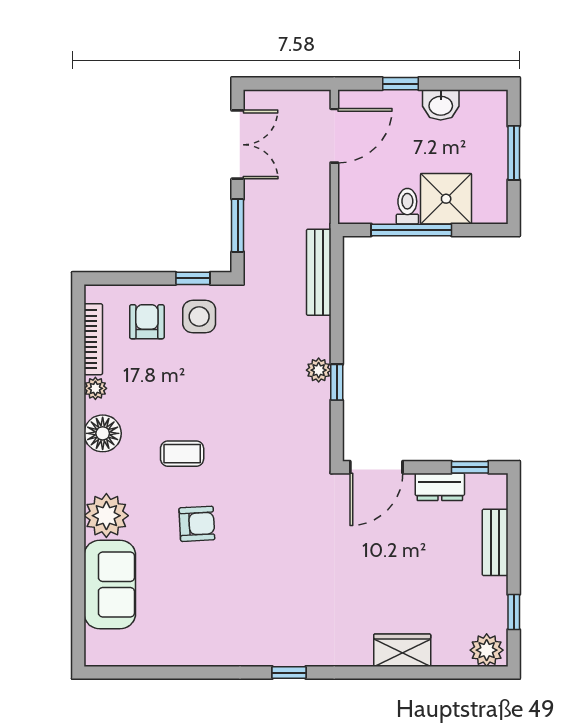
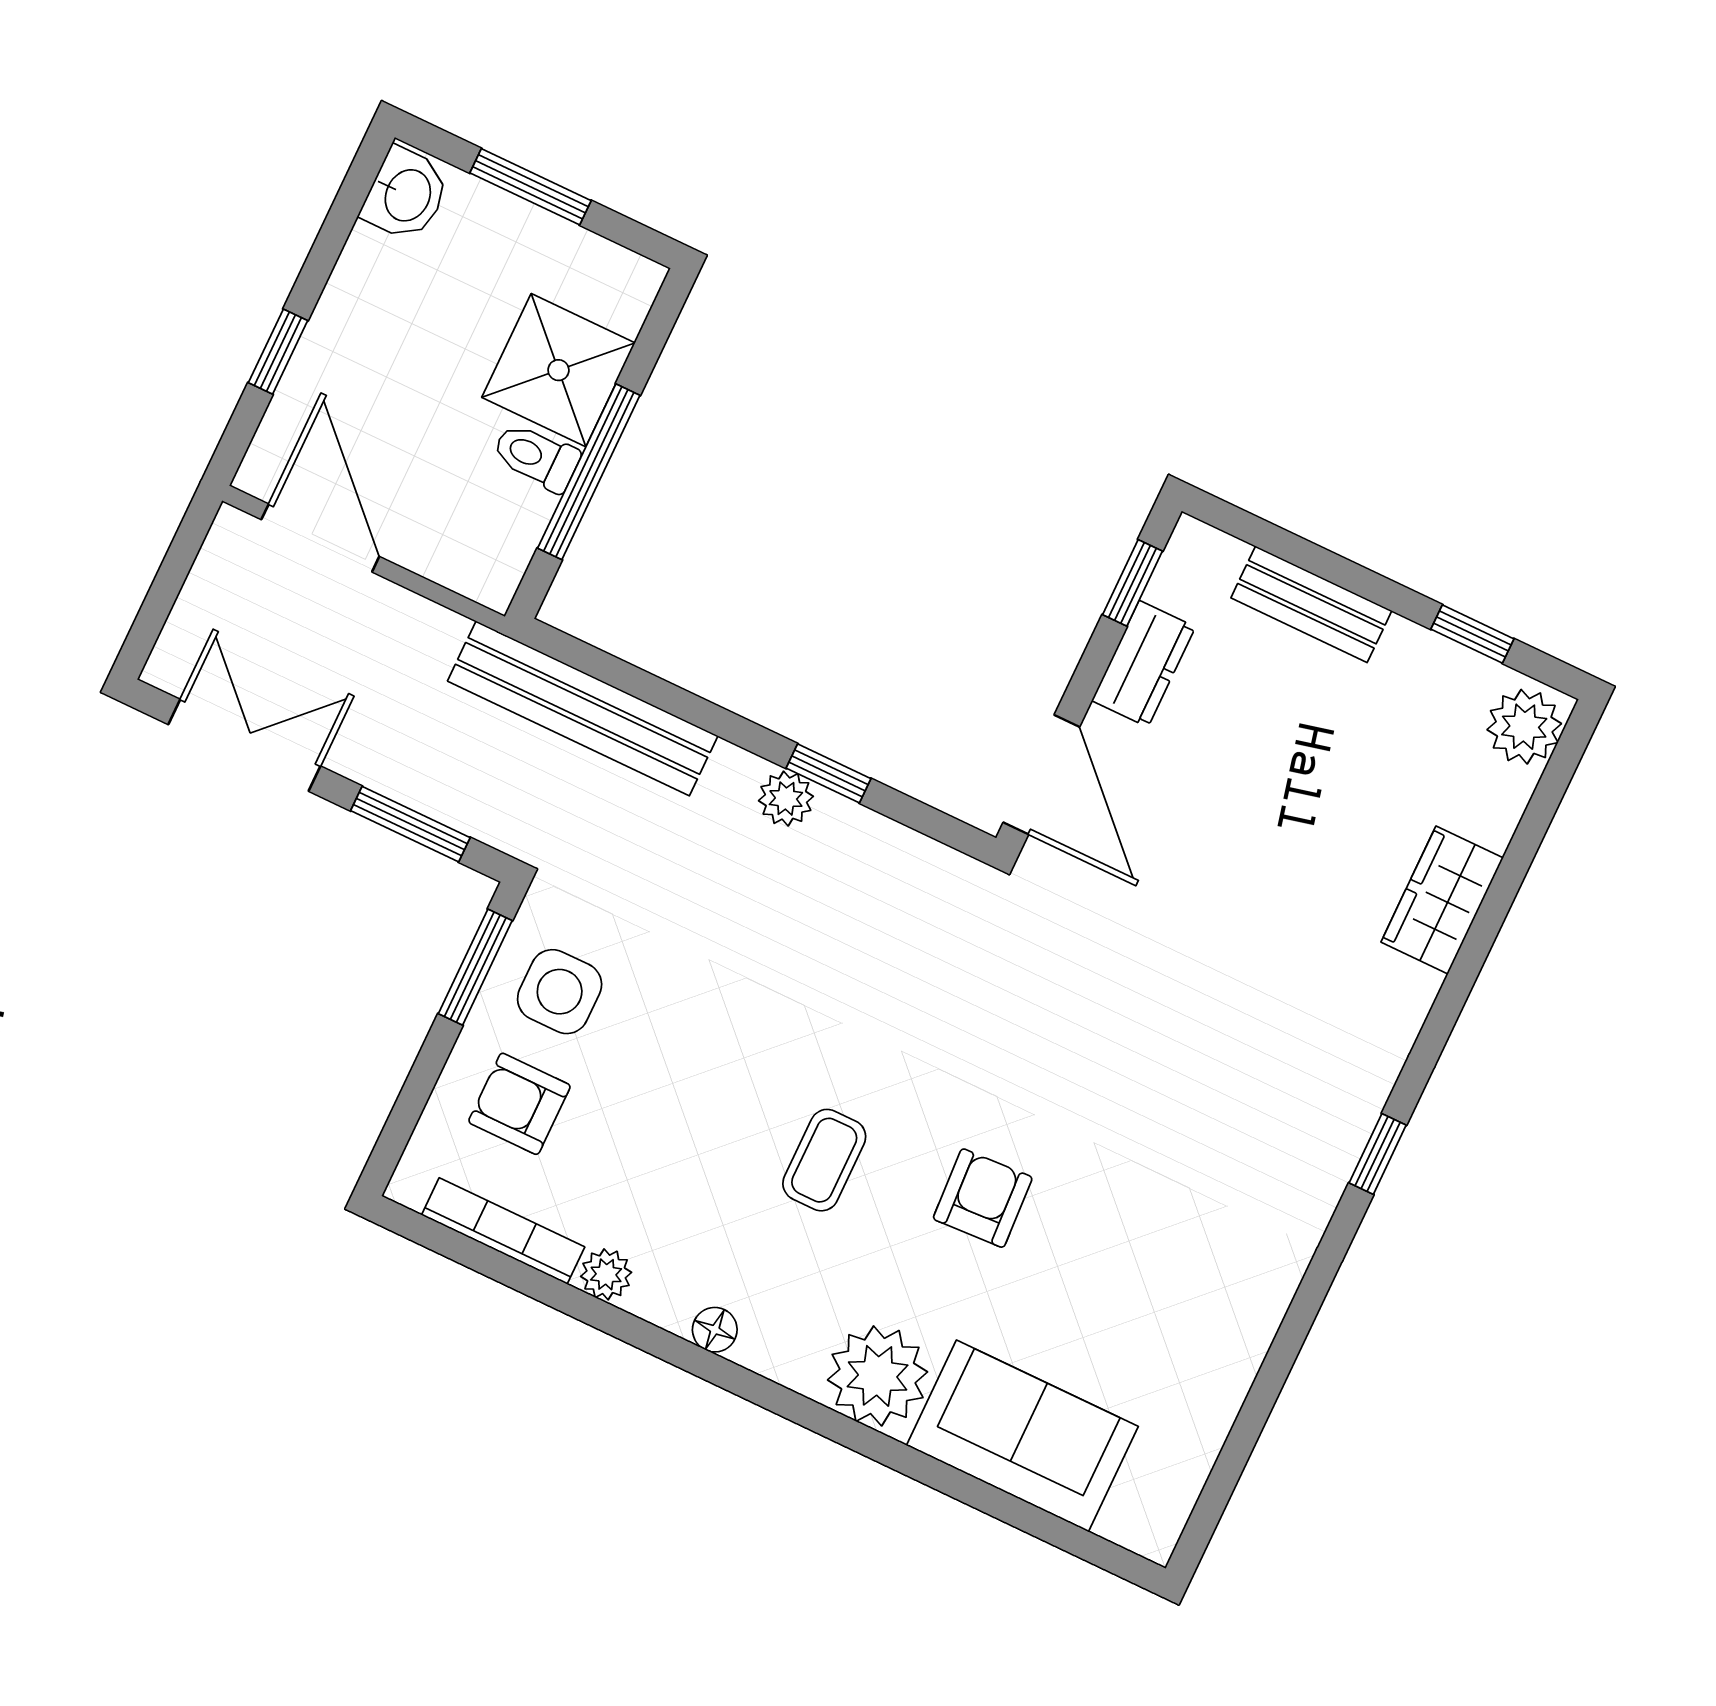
washbasin: (441, 105) -> (406, 194), moved
bench: (319, 272) -> (583, 708), width x1.37, depth x1.21
window: (193, 278) -> (475, 967), width x1.50
floor lamp: (103, 433) -> (715, 1330), width x0.53, depth x0.53

